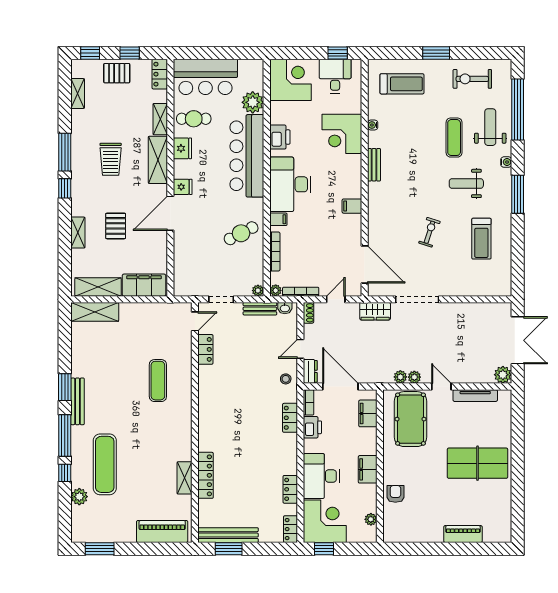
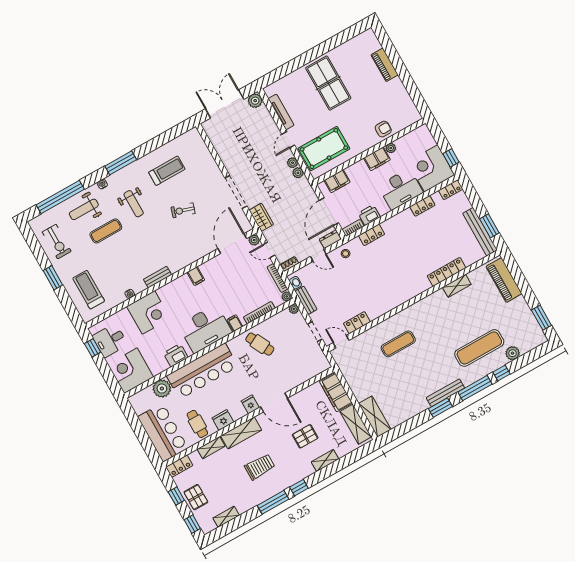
plant: (355, 290) -> (254, 240), added
armchair: (395, 494) -> (383, 129), turned 180
plant: (371, 519) -> (391, 148), moved

